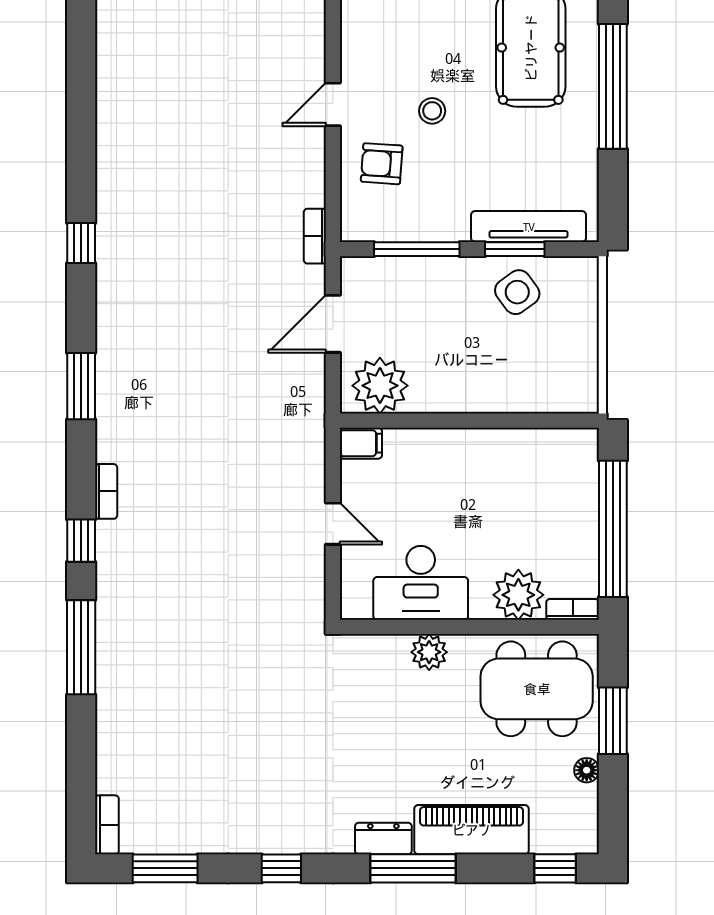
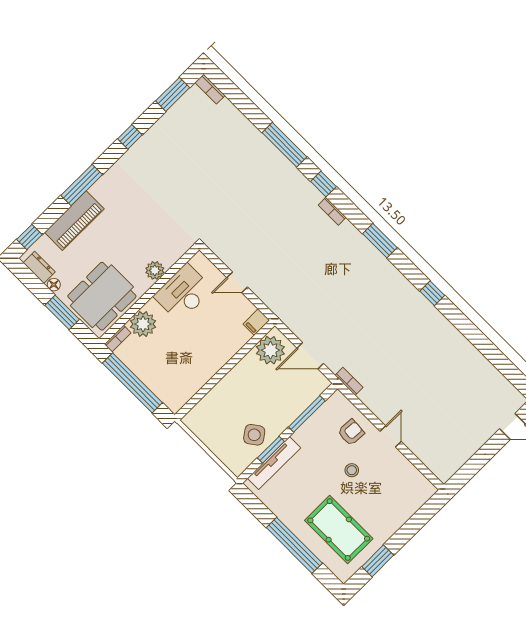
door: (333, 324) -> (310, 356), swing flipped
dresser: (383, 839) -> (39, 267), moved, turned -90

